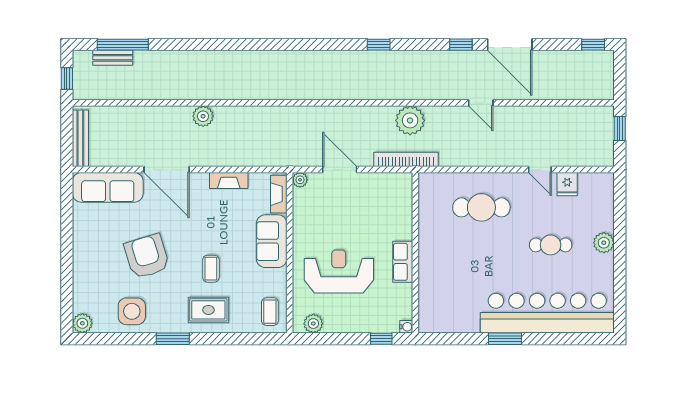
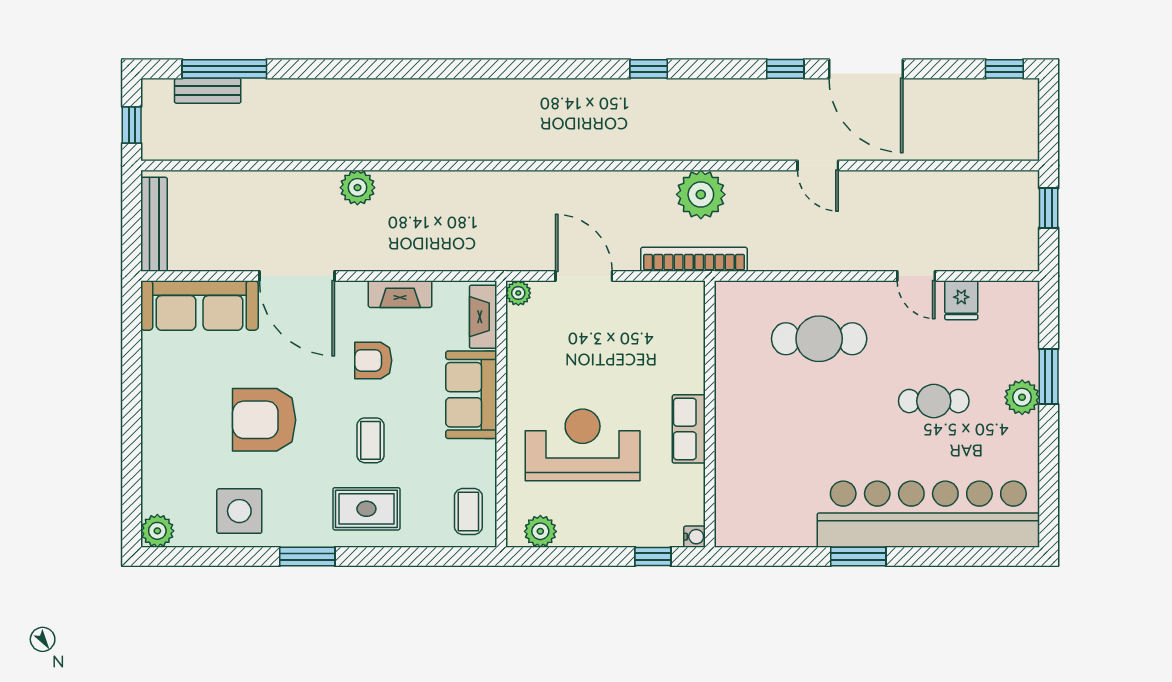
armchair: (213, 221) -> (373, 360), added
window: (620, 230) -> (1049, 377), added
armchair: (147, 256) -> (264, 420), turned -73

